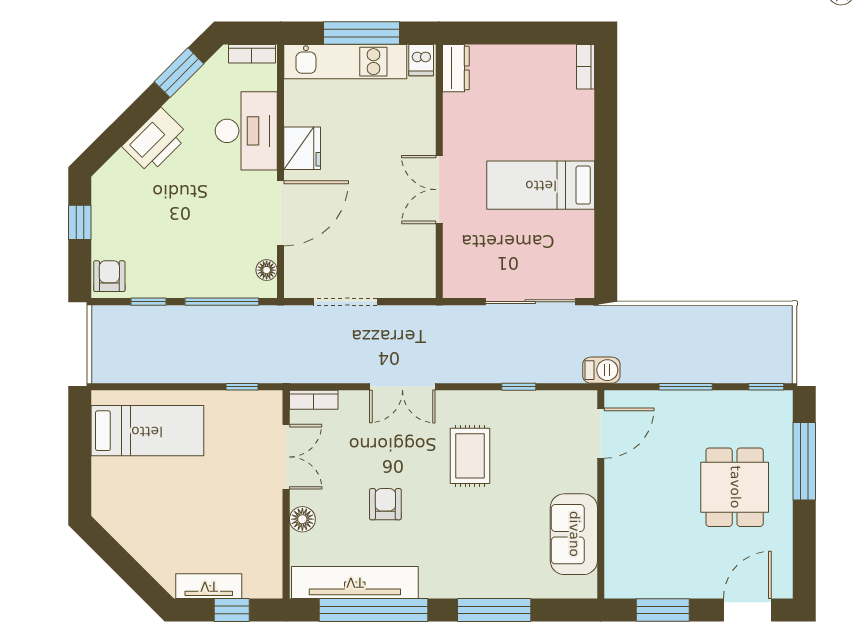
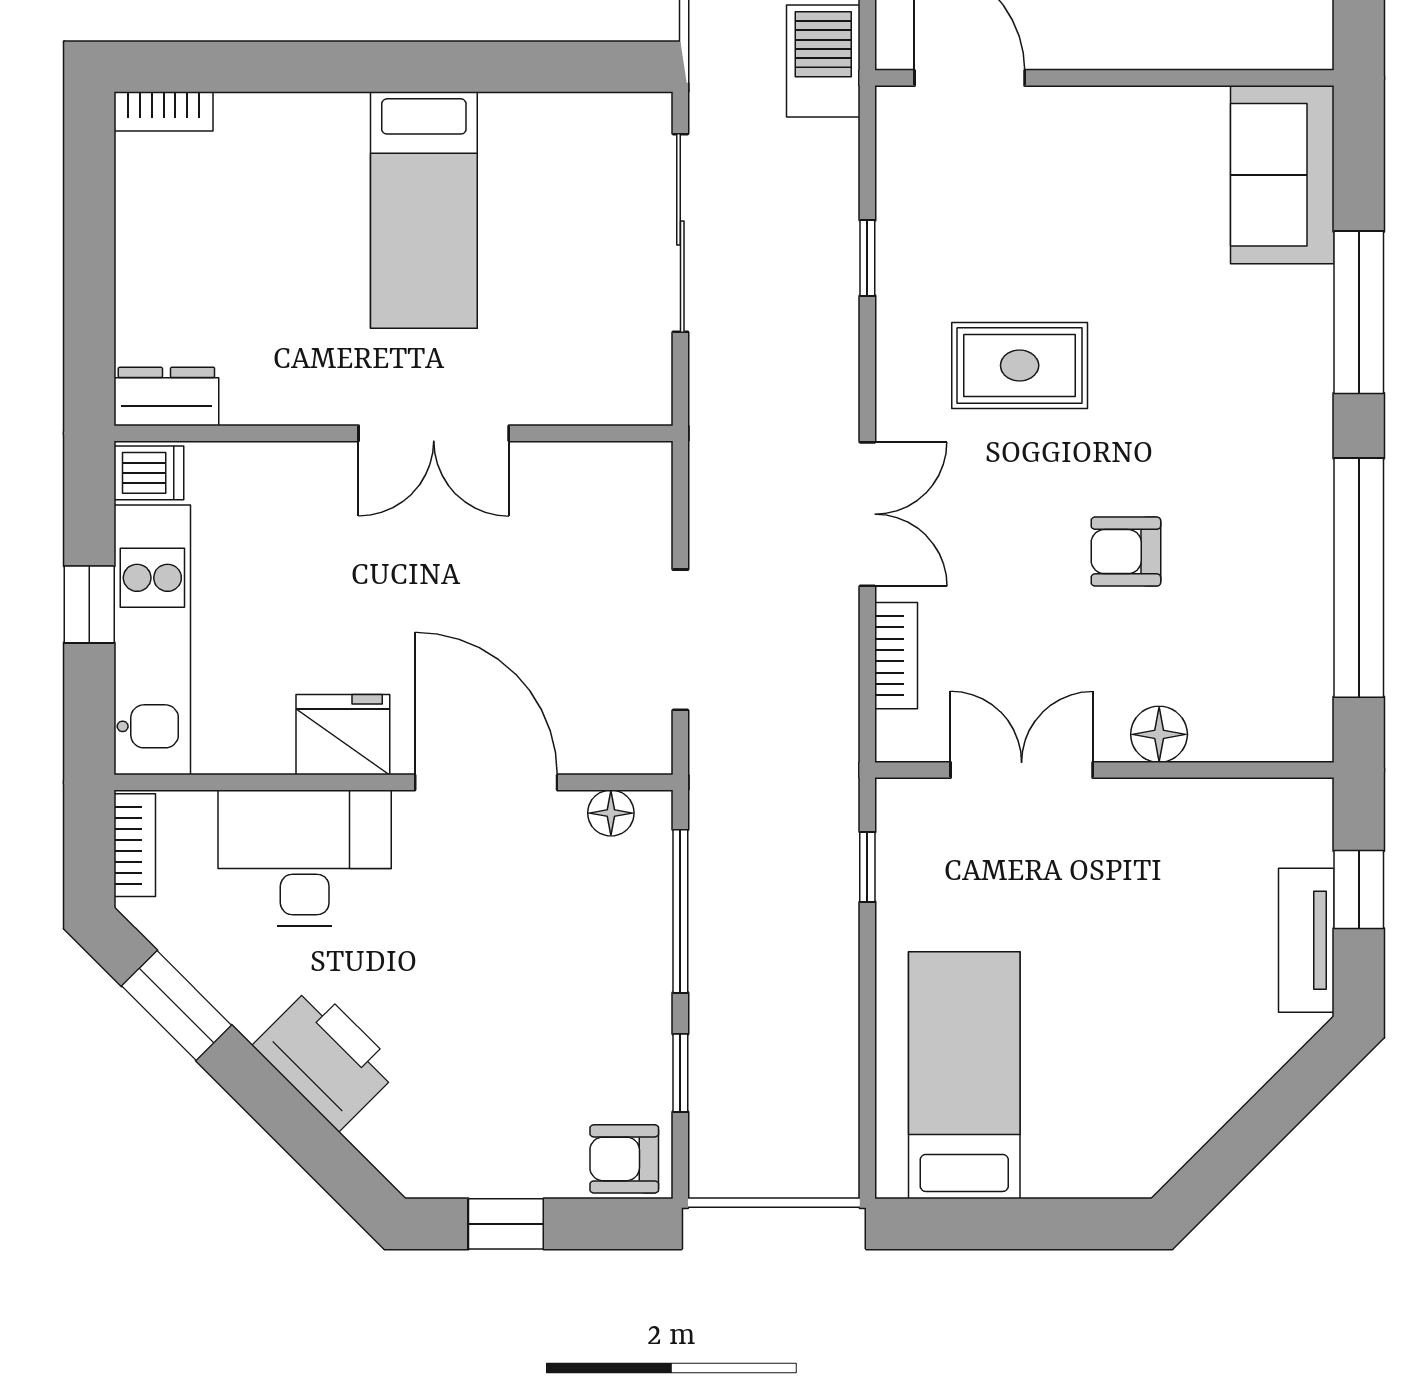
window: (361, 33) -> (89, 604), width x0.46
barbecue: (601, 370) -> (823, 61), width x1.38, depth x1.27
bookcase: (314, 400) -> (896, 656), moved
sofa: (574, 534) -> (1282, 175), moved, turned 90
tv unit: (355, 582) -> (1298, 619), removed

